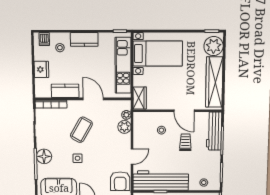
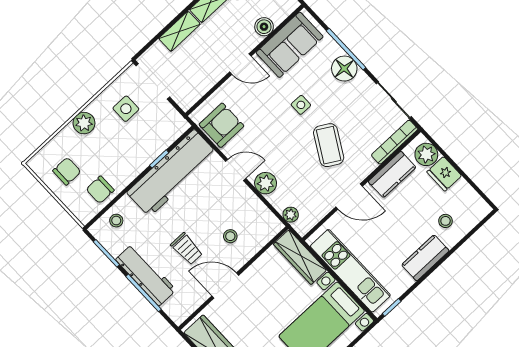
dishwasher: (44, 39) -> (473, 214), removed
plant: (42, 86) -> (426, 154), added
wardrobe: (140, 98) -> (300, 257), width x1.50
plant: (124, 127) -> (266, 183), moved
workbench: (214, 131) -> (146, 275), moved
door: (132, 157) -> (236, 170), swing flipped
armchair: (120, 181) -> (221, 125), turned 90

